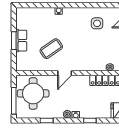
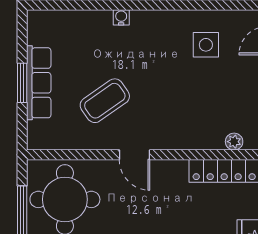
row of seats: (21, 41) -> (39, 83), width x1.48
door: (65, 73) -> (134, 155), hinge flipped

